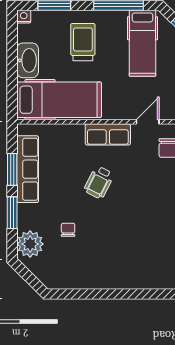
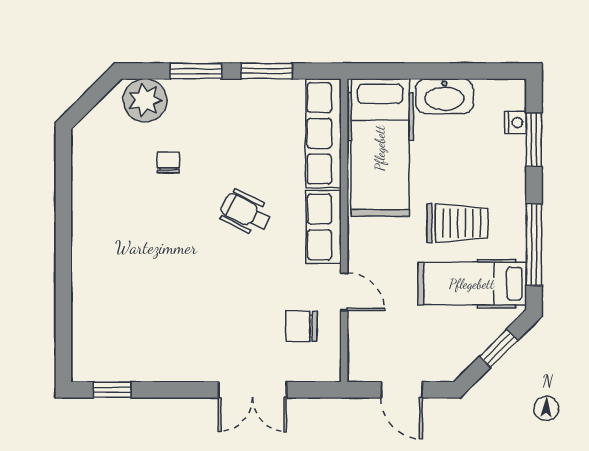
nightstand: (24, 17) -> (516, 122), moved
trolley: (83, 42) -> (457, 223), moved
row of seats: (28, 169) -> (323, 133), moved, turned 90
chair: (68, 230) -> (168, 162), turned -90

